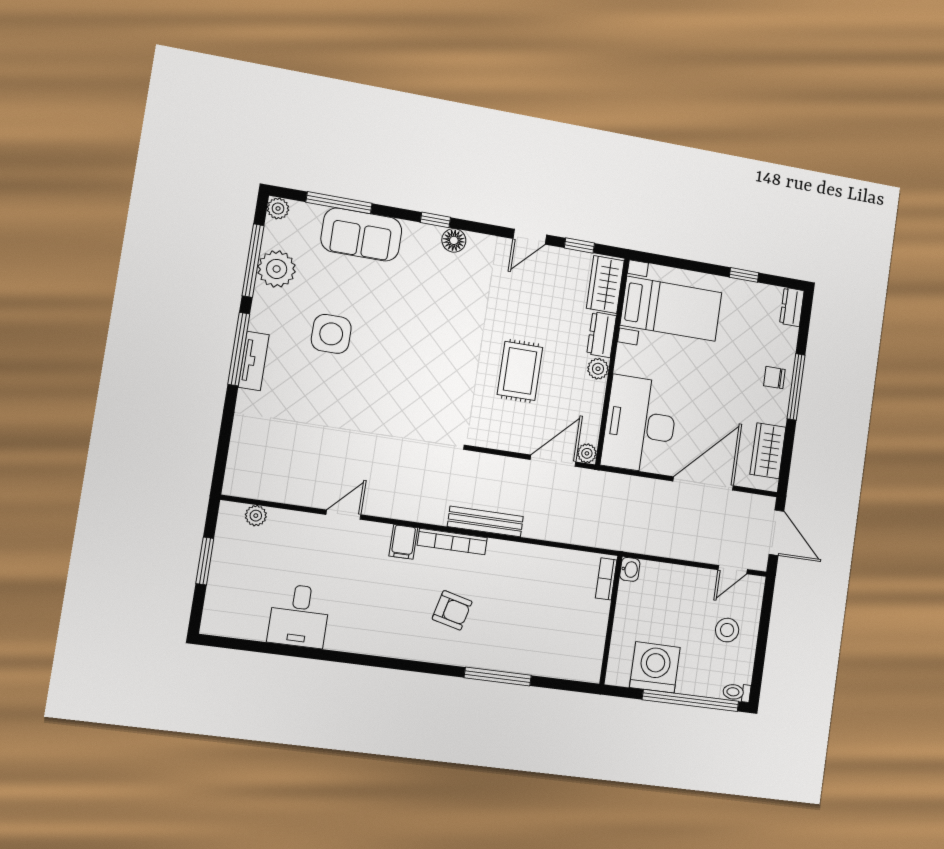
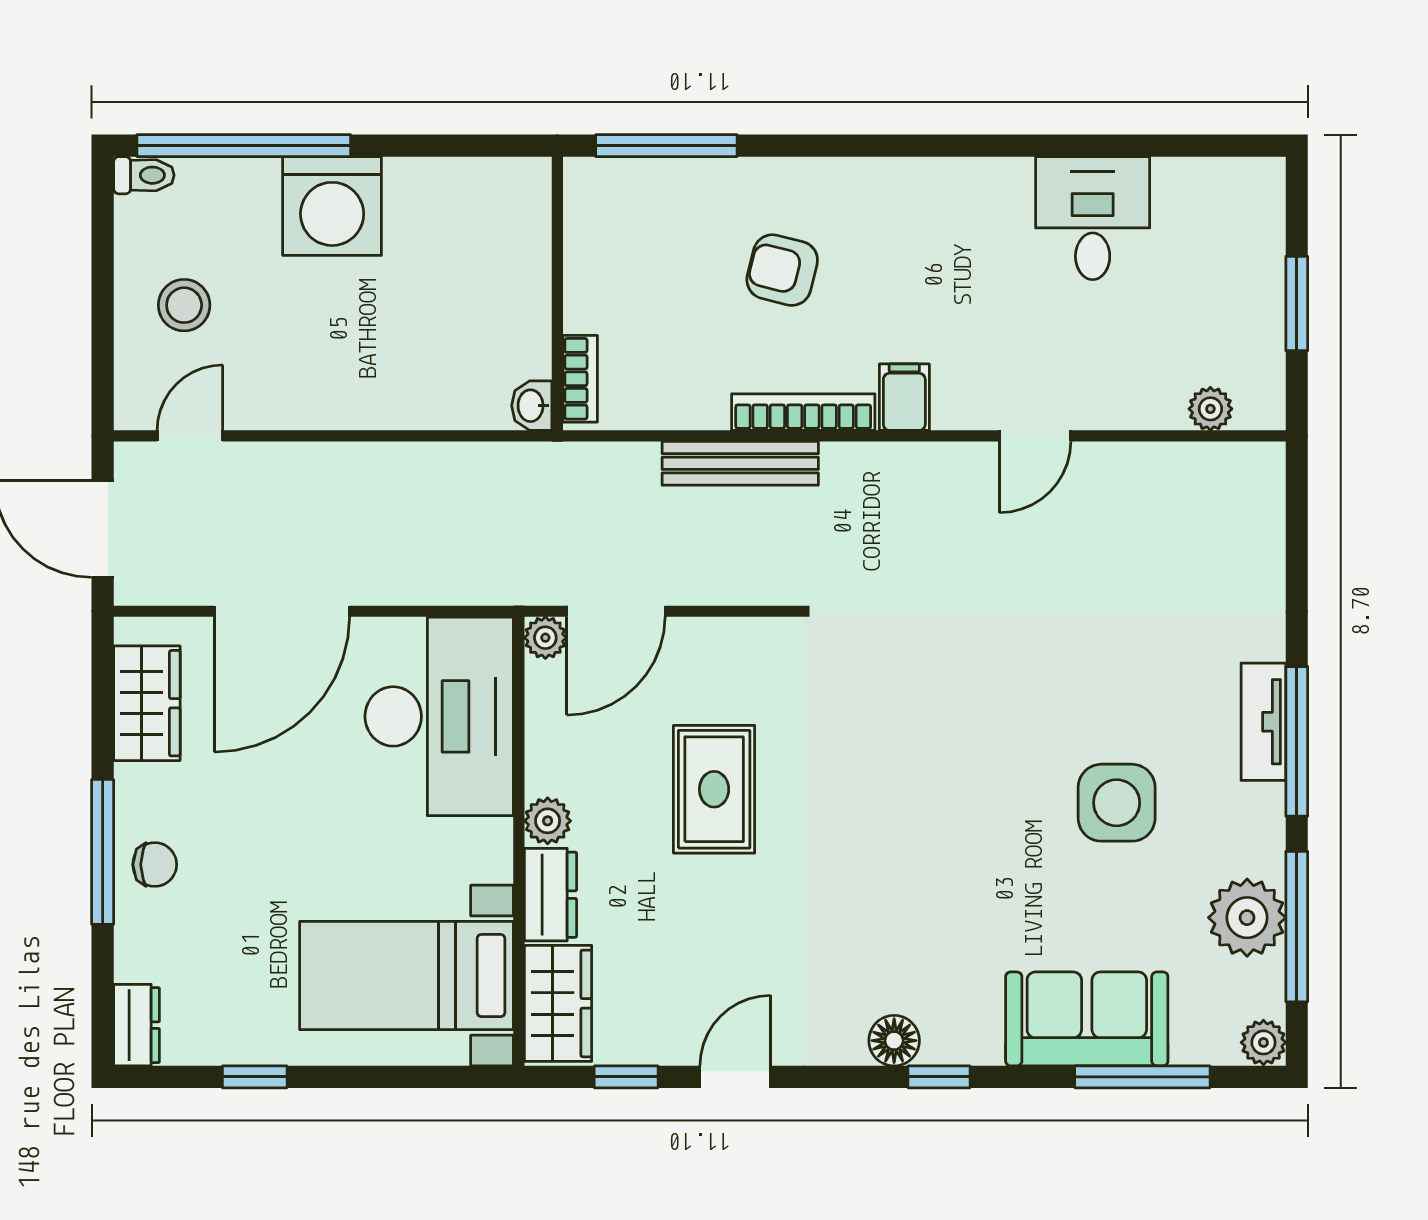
washbasin: (630, 569) -> (532, 406), moved
bookcase: (606, 579) -> (580, 379), moved
wall: (611, 620) -> (557, 294), moved

